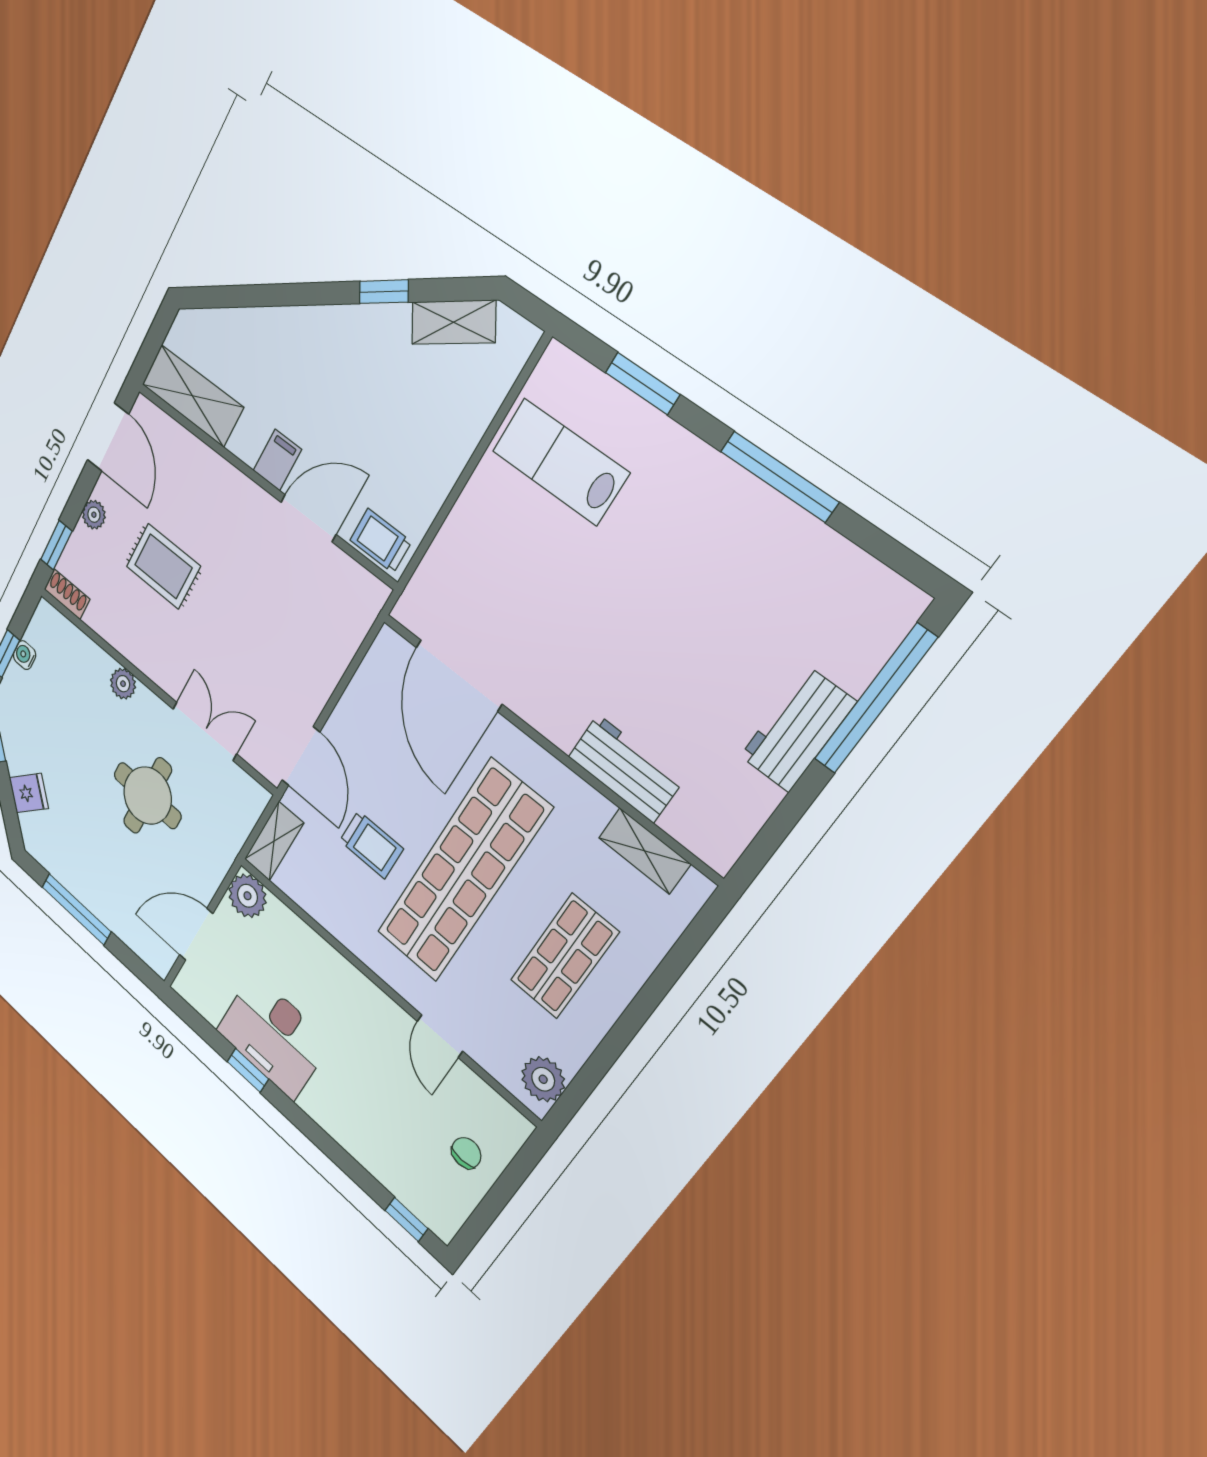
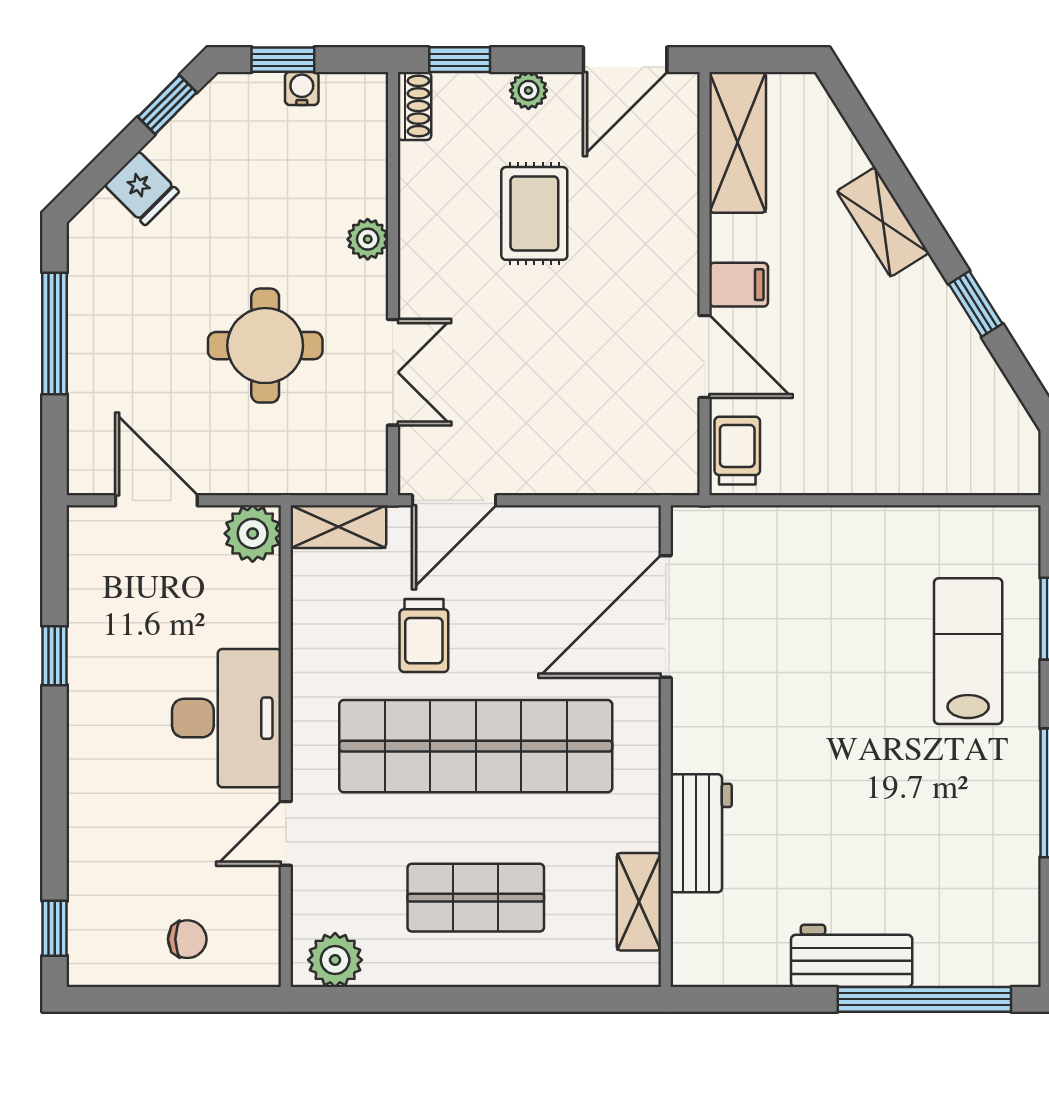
shelving: (453, 322) -> (883, 222), moved
lab bench: (560, 462) -> (968, 651), moved
desk: (273, 1036) -> (227, 718), moved, turned 180

